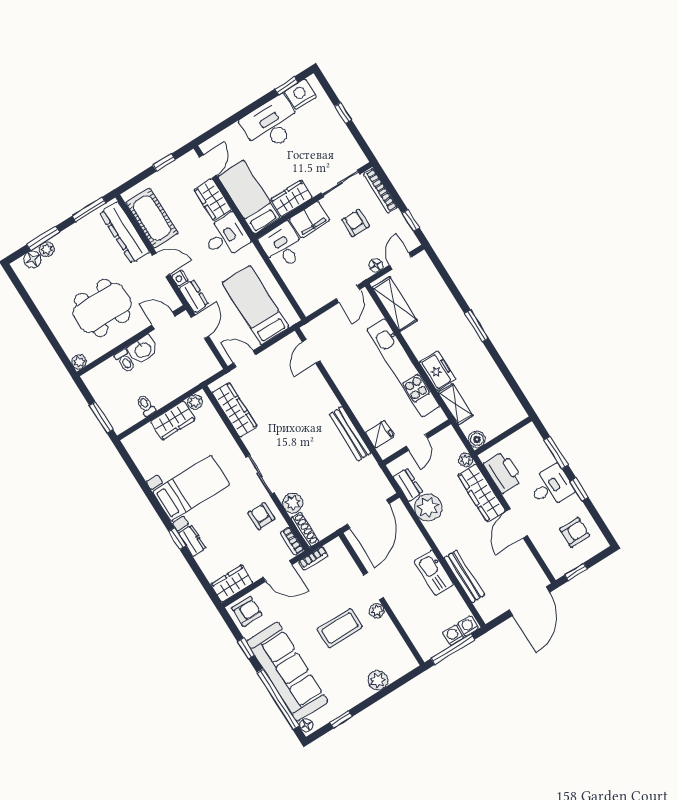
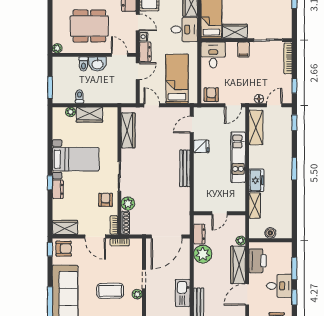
filing cabinet: (310, 220) -> (243, 50), width x0.50
armchair: (356, 223) -> (211, 95), moved
window: (440, 267) -> (294, 123), added
kitchen unit: (403, 368) -> (238, 157), width x0.73
plant: (195, 402) -> (71, 112), moved
bench: (350, 434) -> (185, 168), moved
fridge: (380, 434) -> (201, 146), moved
boiler: (477, 439) -> (270, 233), moved
window: (246, 648) -> (50, 249), moved

